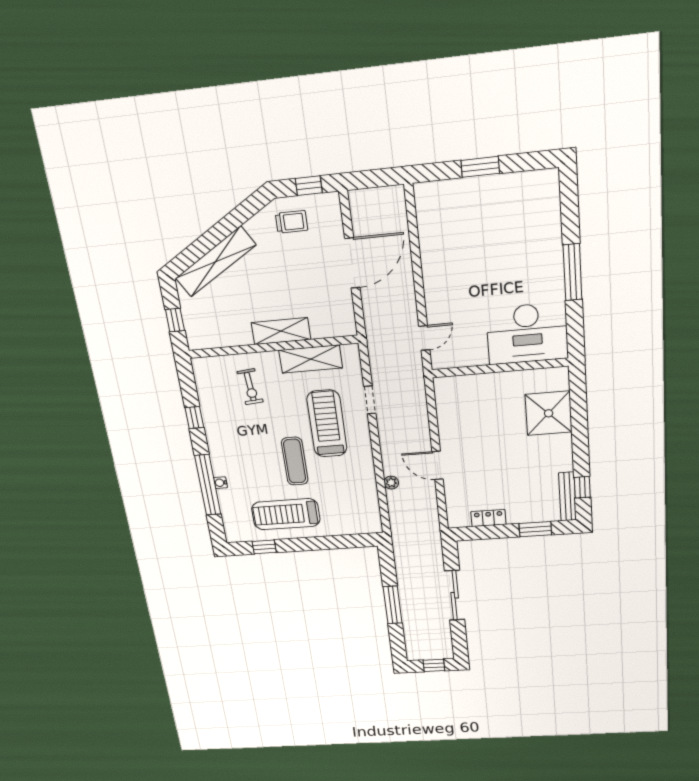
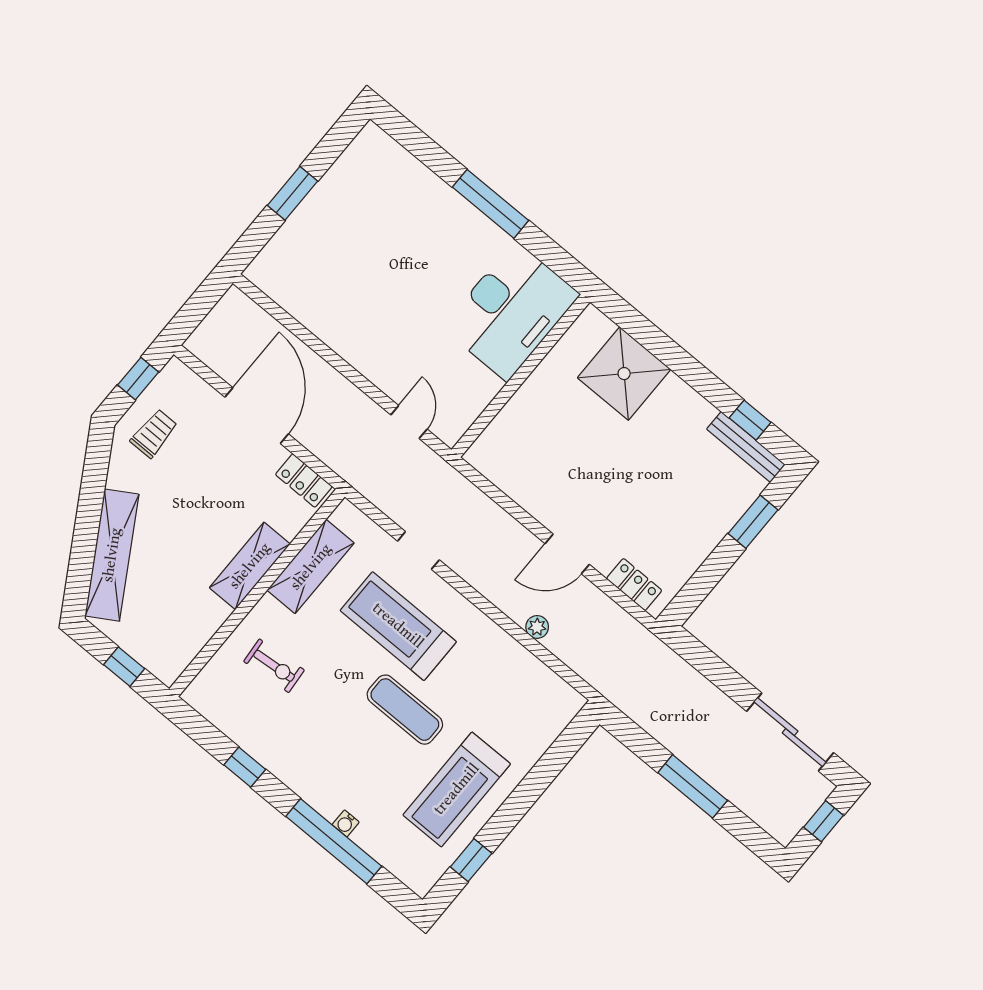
locker: (346, 317) -> (304, 481), added
locker: (488, 518) -> (634, 585), moved, turned 90
sliding door: (455, 595) -> (790, 732), moved

